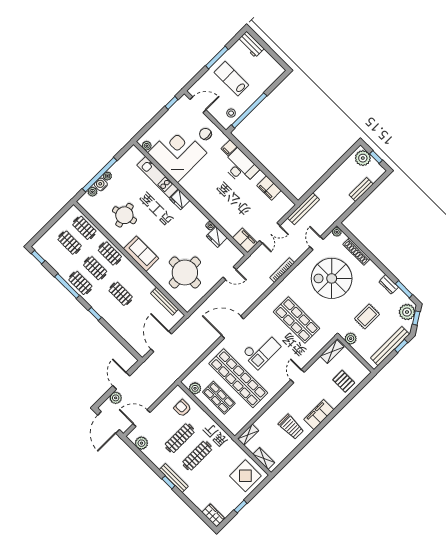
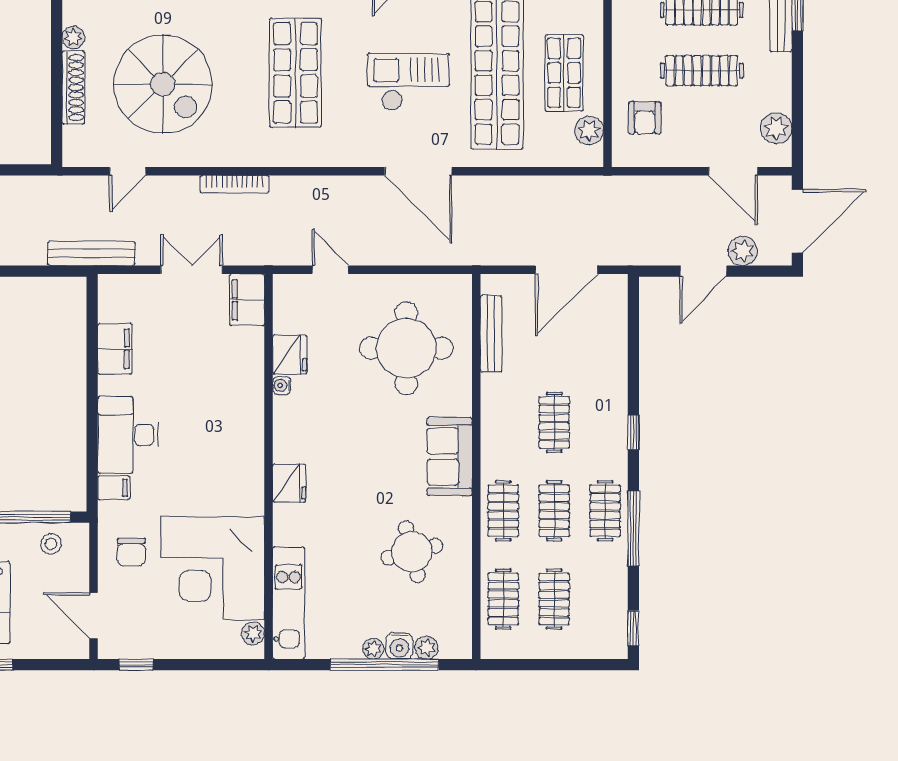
kitchen unit: (157, 177) -> (288, 603), moved
plant: (337, 232) -> (73, 37), moved

